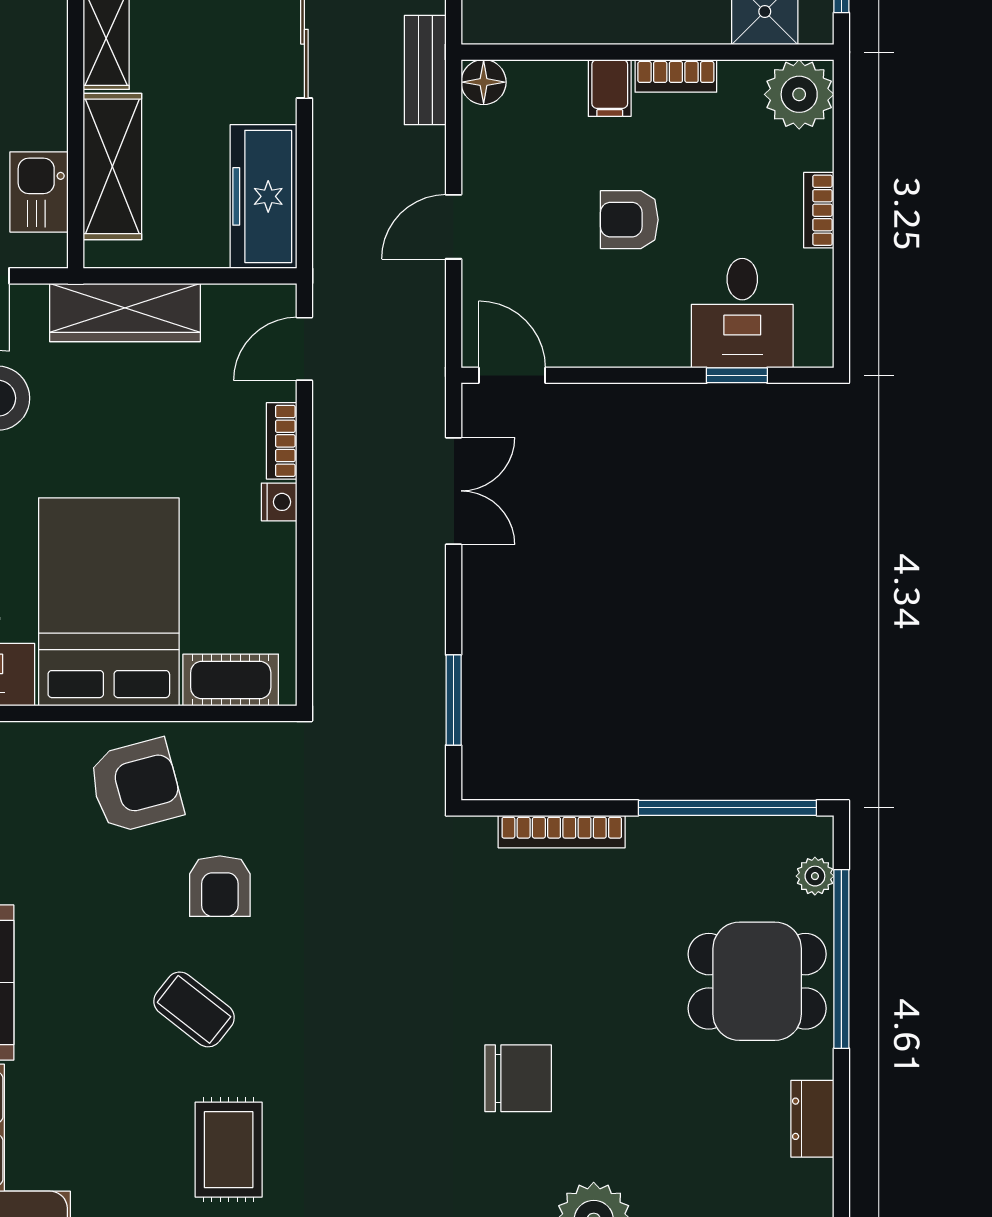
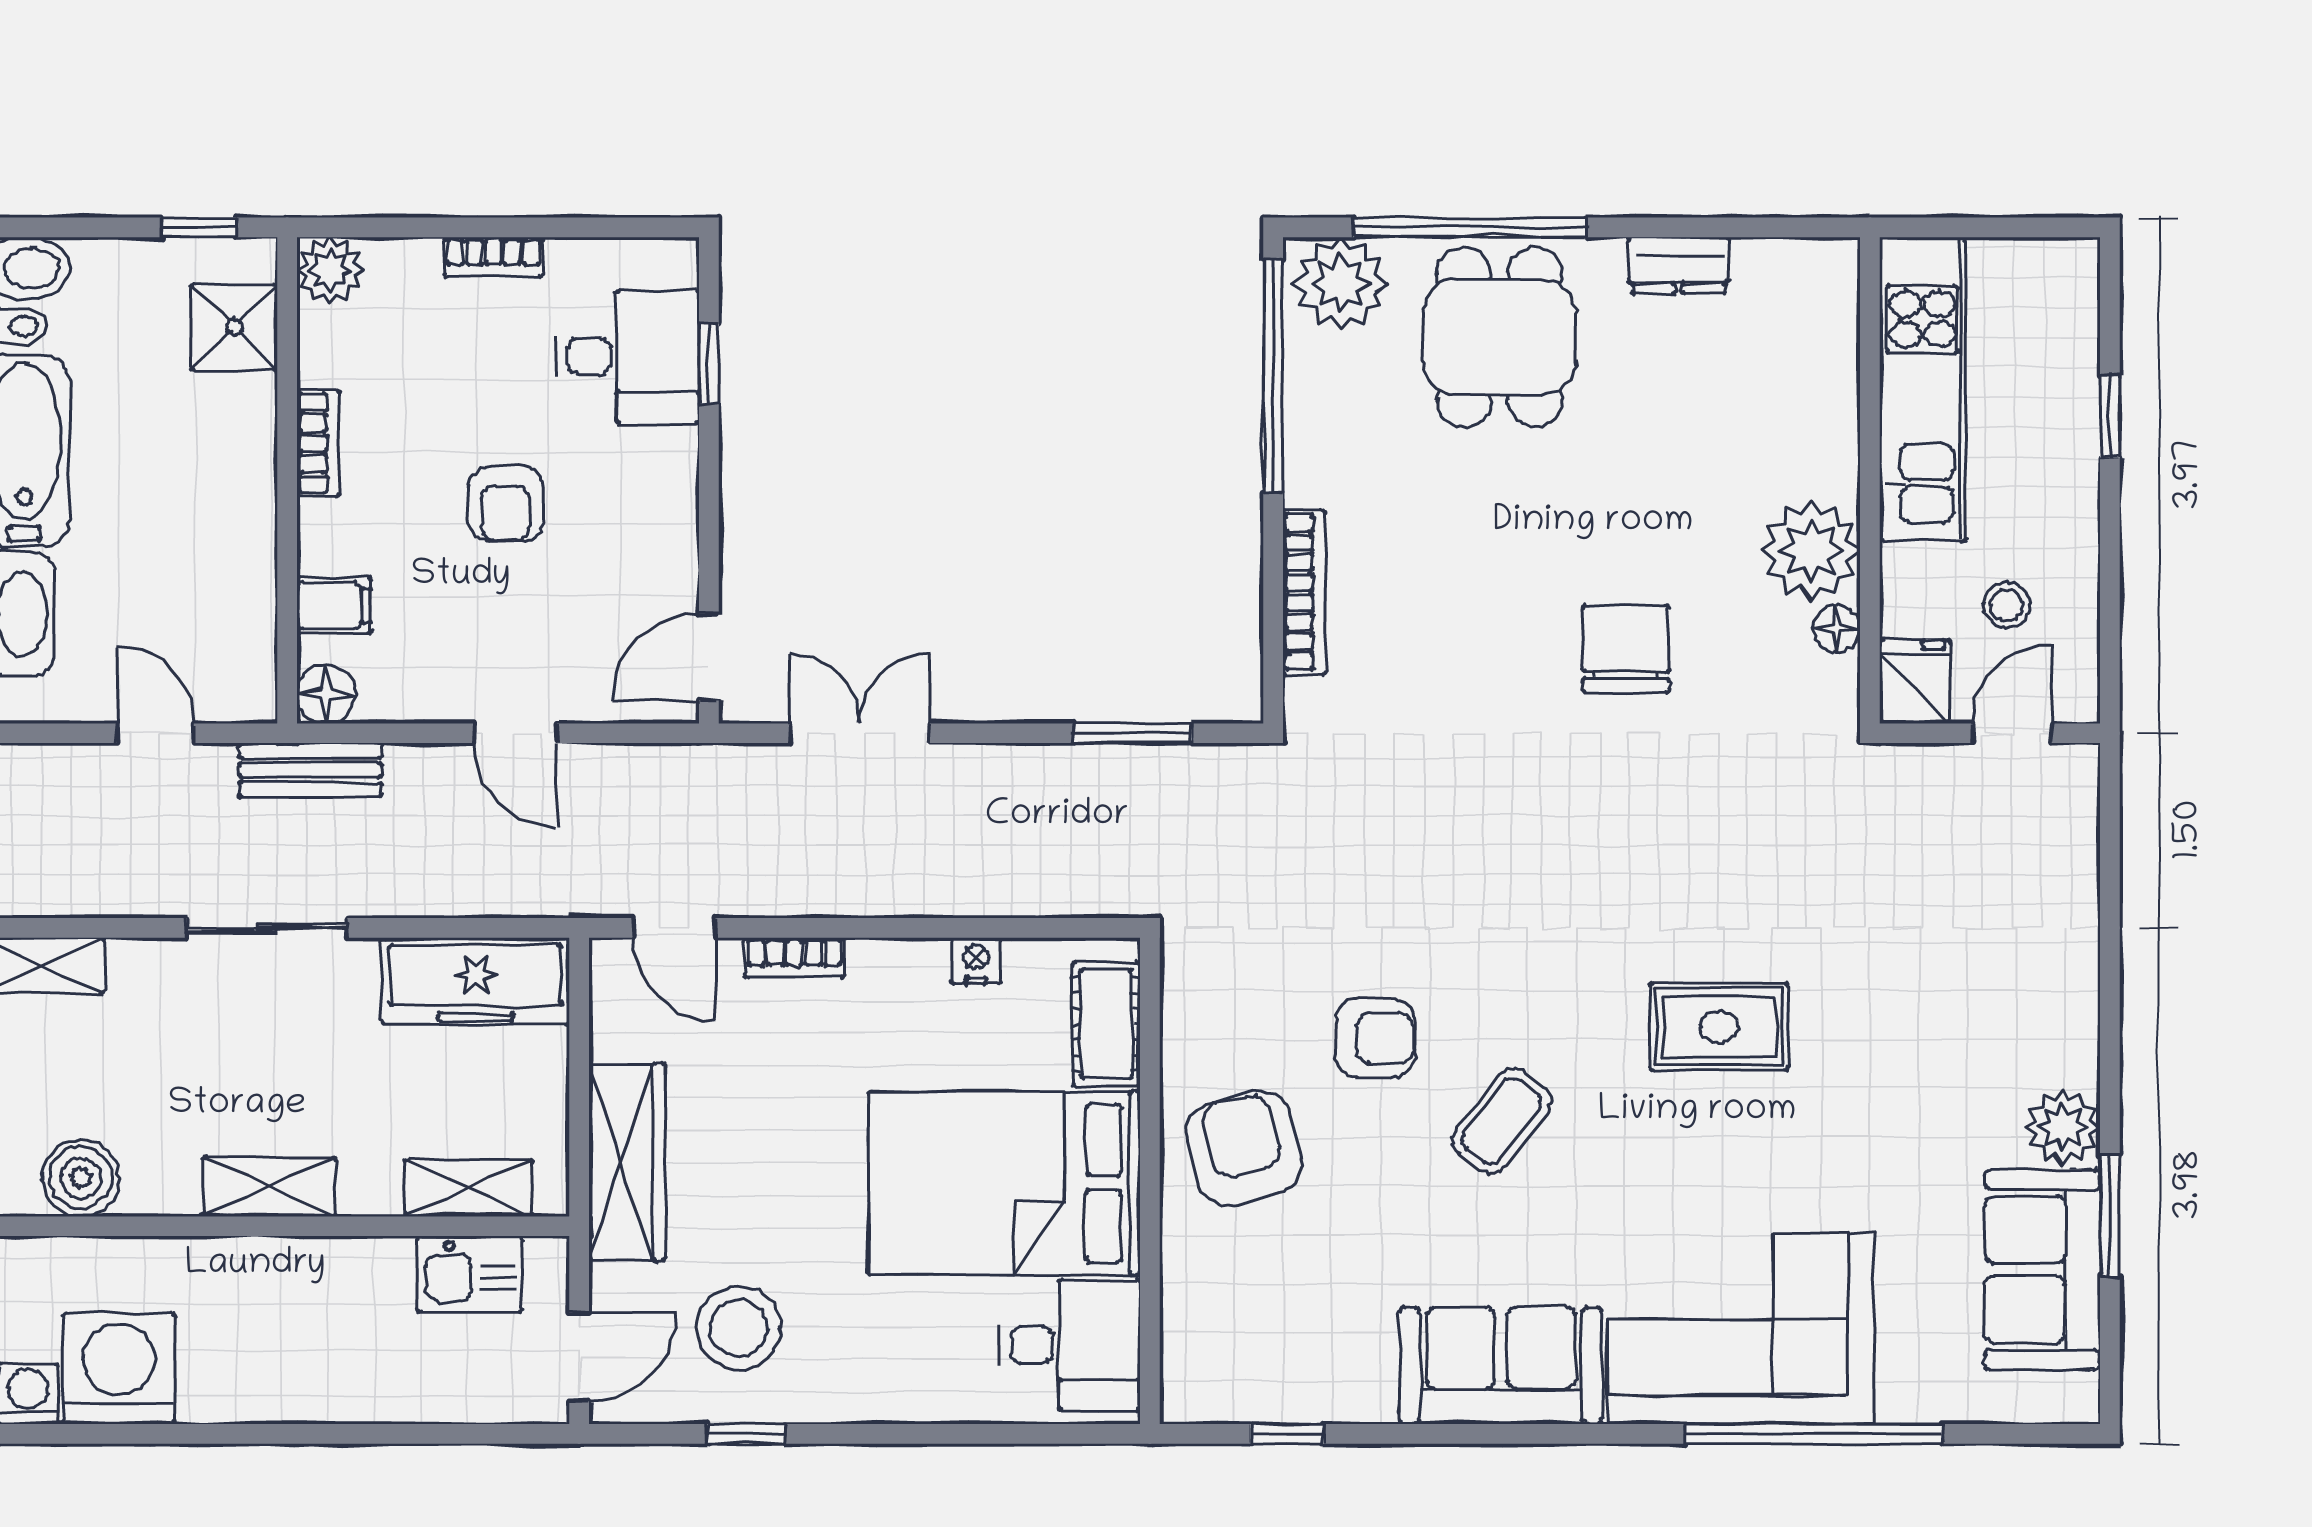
filing cabinet: (610, 88) -> (334, 606), moved
plant: (799, 94) -> (330, 270), width x0.73, depth x0.73
shelving: (112, 166) -> (468, 1188), width x0.67, depth x0.75
nightstand: (279, 502) -> (976, 961), moved
plant: (815, 876) -> (1340, 283), width x1.88, depth x1.88
coffee table: (194, 1009) -> (1502, 1121), moved

